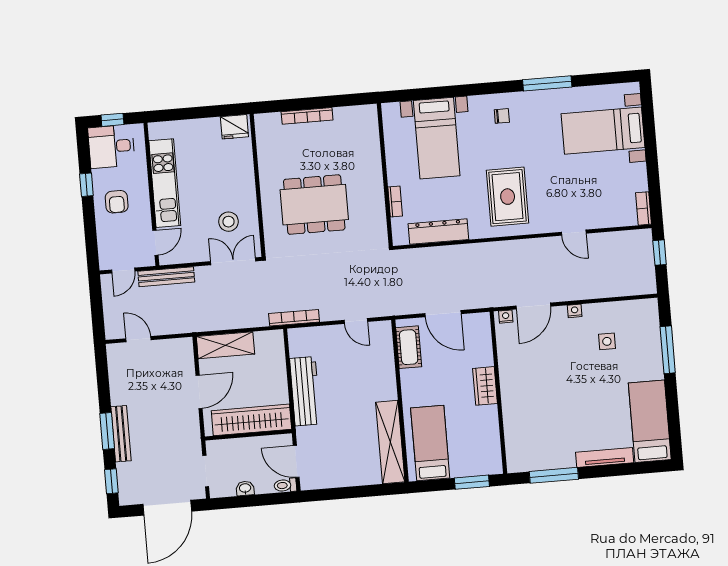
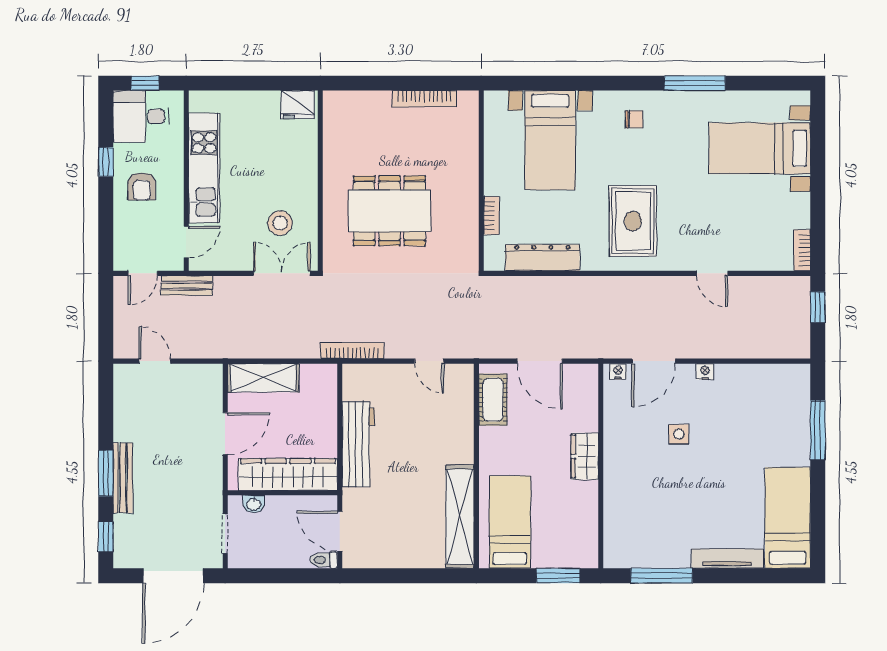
bookcase: (307, 116) -> (424, 99), moved
bench: (166, 277) -> (187, 286), width x0.73
side table: (607, 341) -> (679, 434), moved
washbasin: (245, 488) -> (254, 504), moved, turned 180

